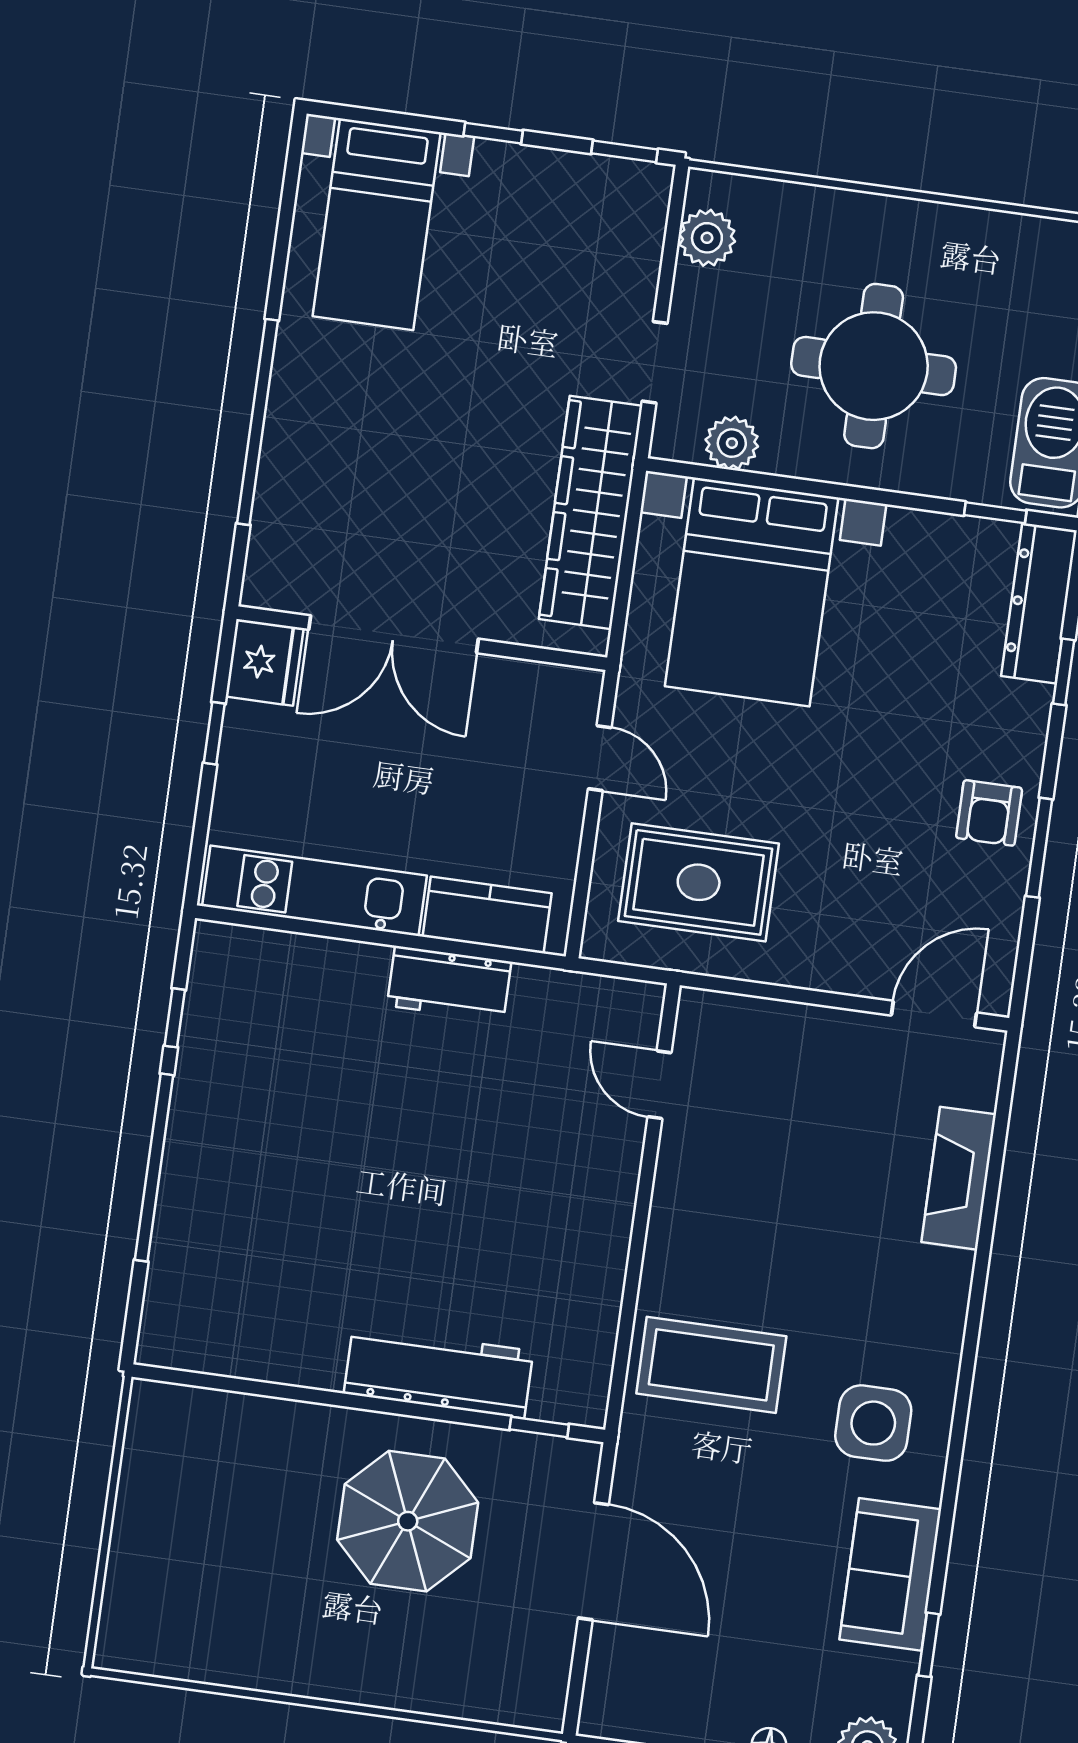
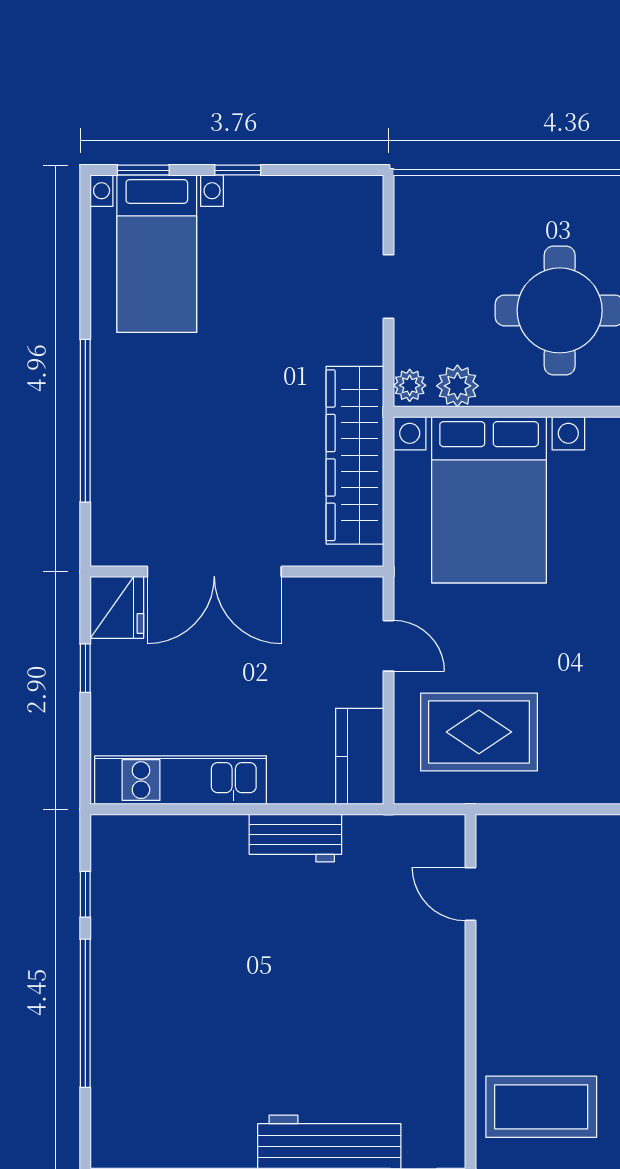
window: (625, 151) -> (143, 170), moved
plant: (707, 238) -> (410, 385), moved, width x0.73, depth x0.73
doorway: (655, 362) -> (389, 287), moved
kitchen counter: (487, 915) -> (360, 756), moved, turned -90

